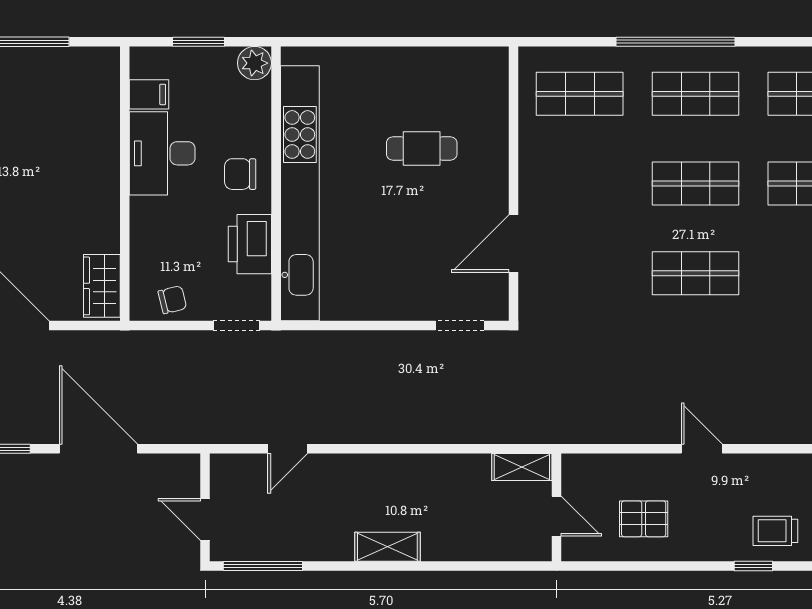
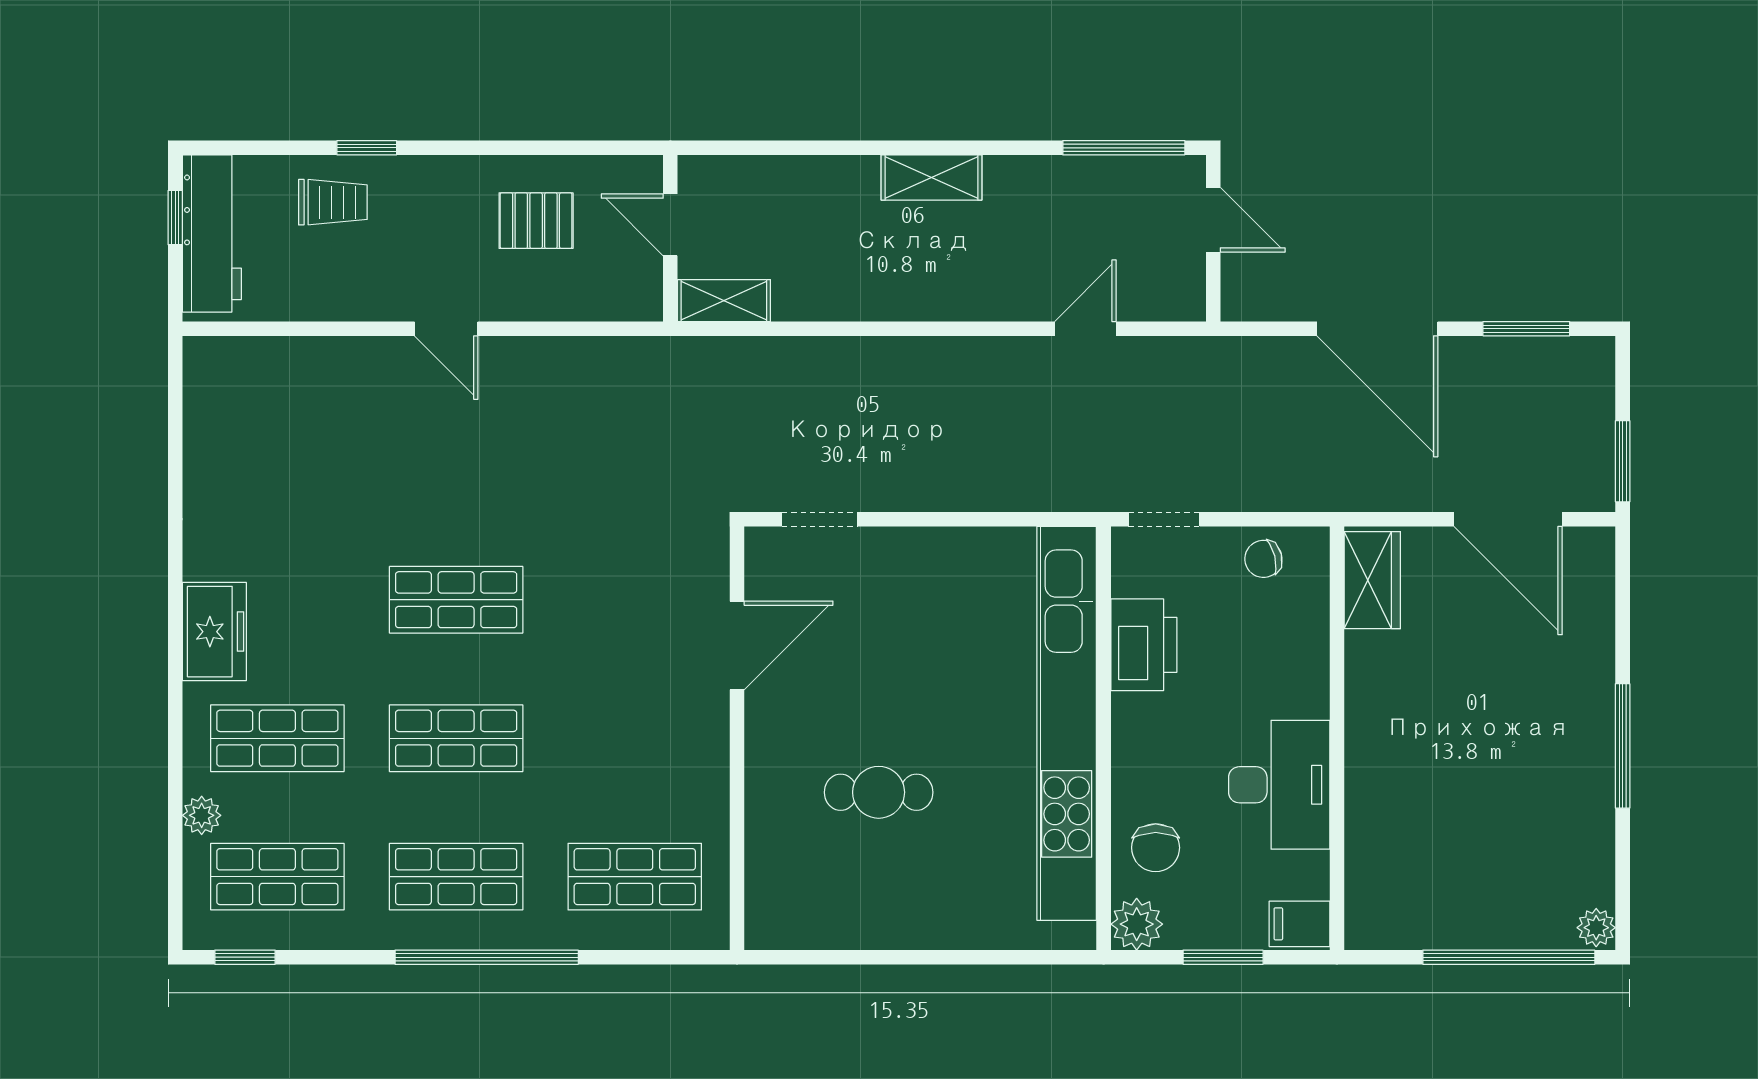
filing cabinet: (149, 94) -> (1300, 924), moved
chair: (240, 174) -> (1156, 848), moved, turned 90

